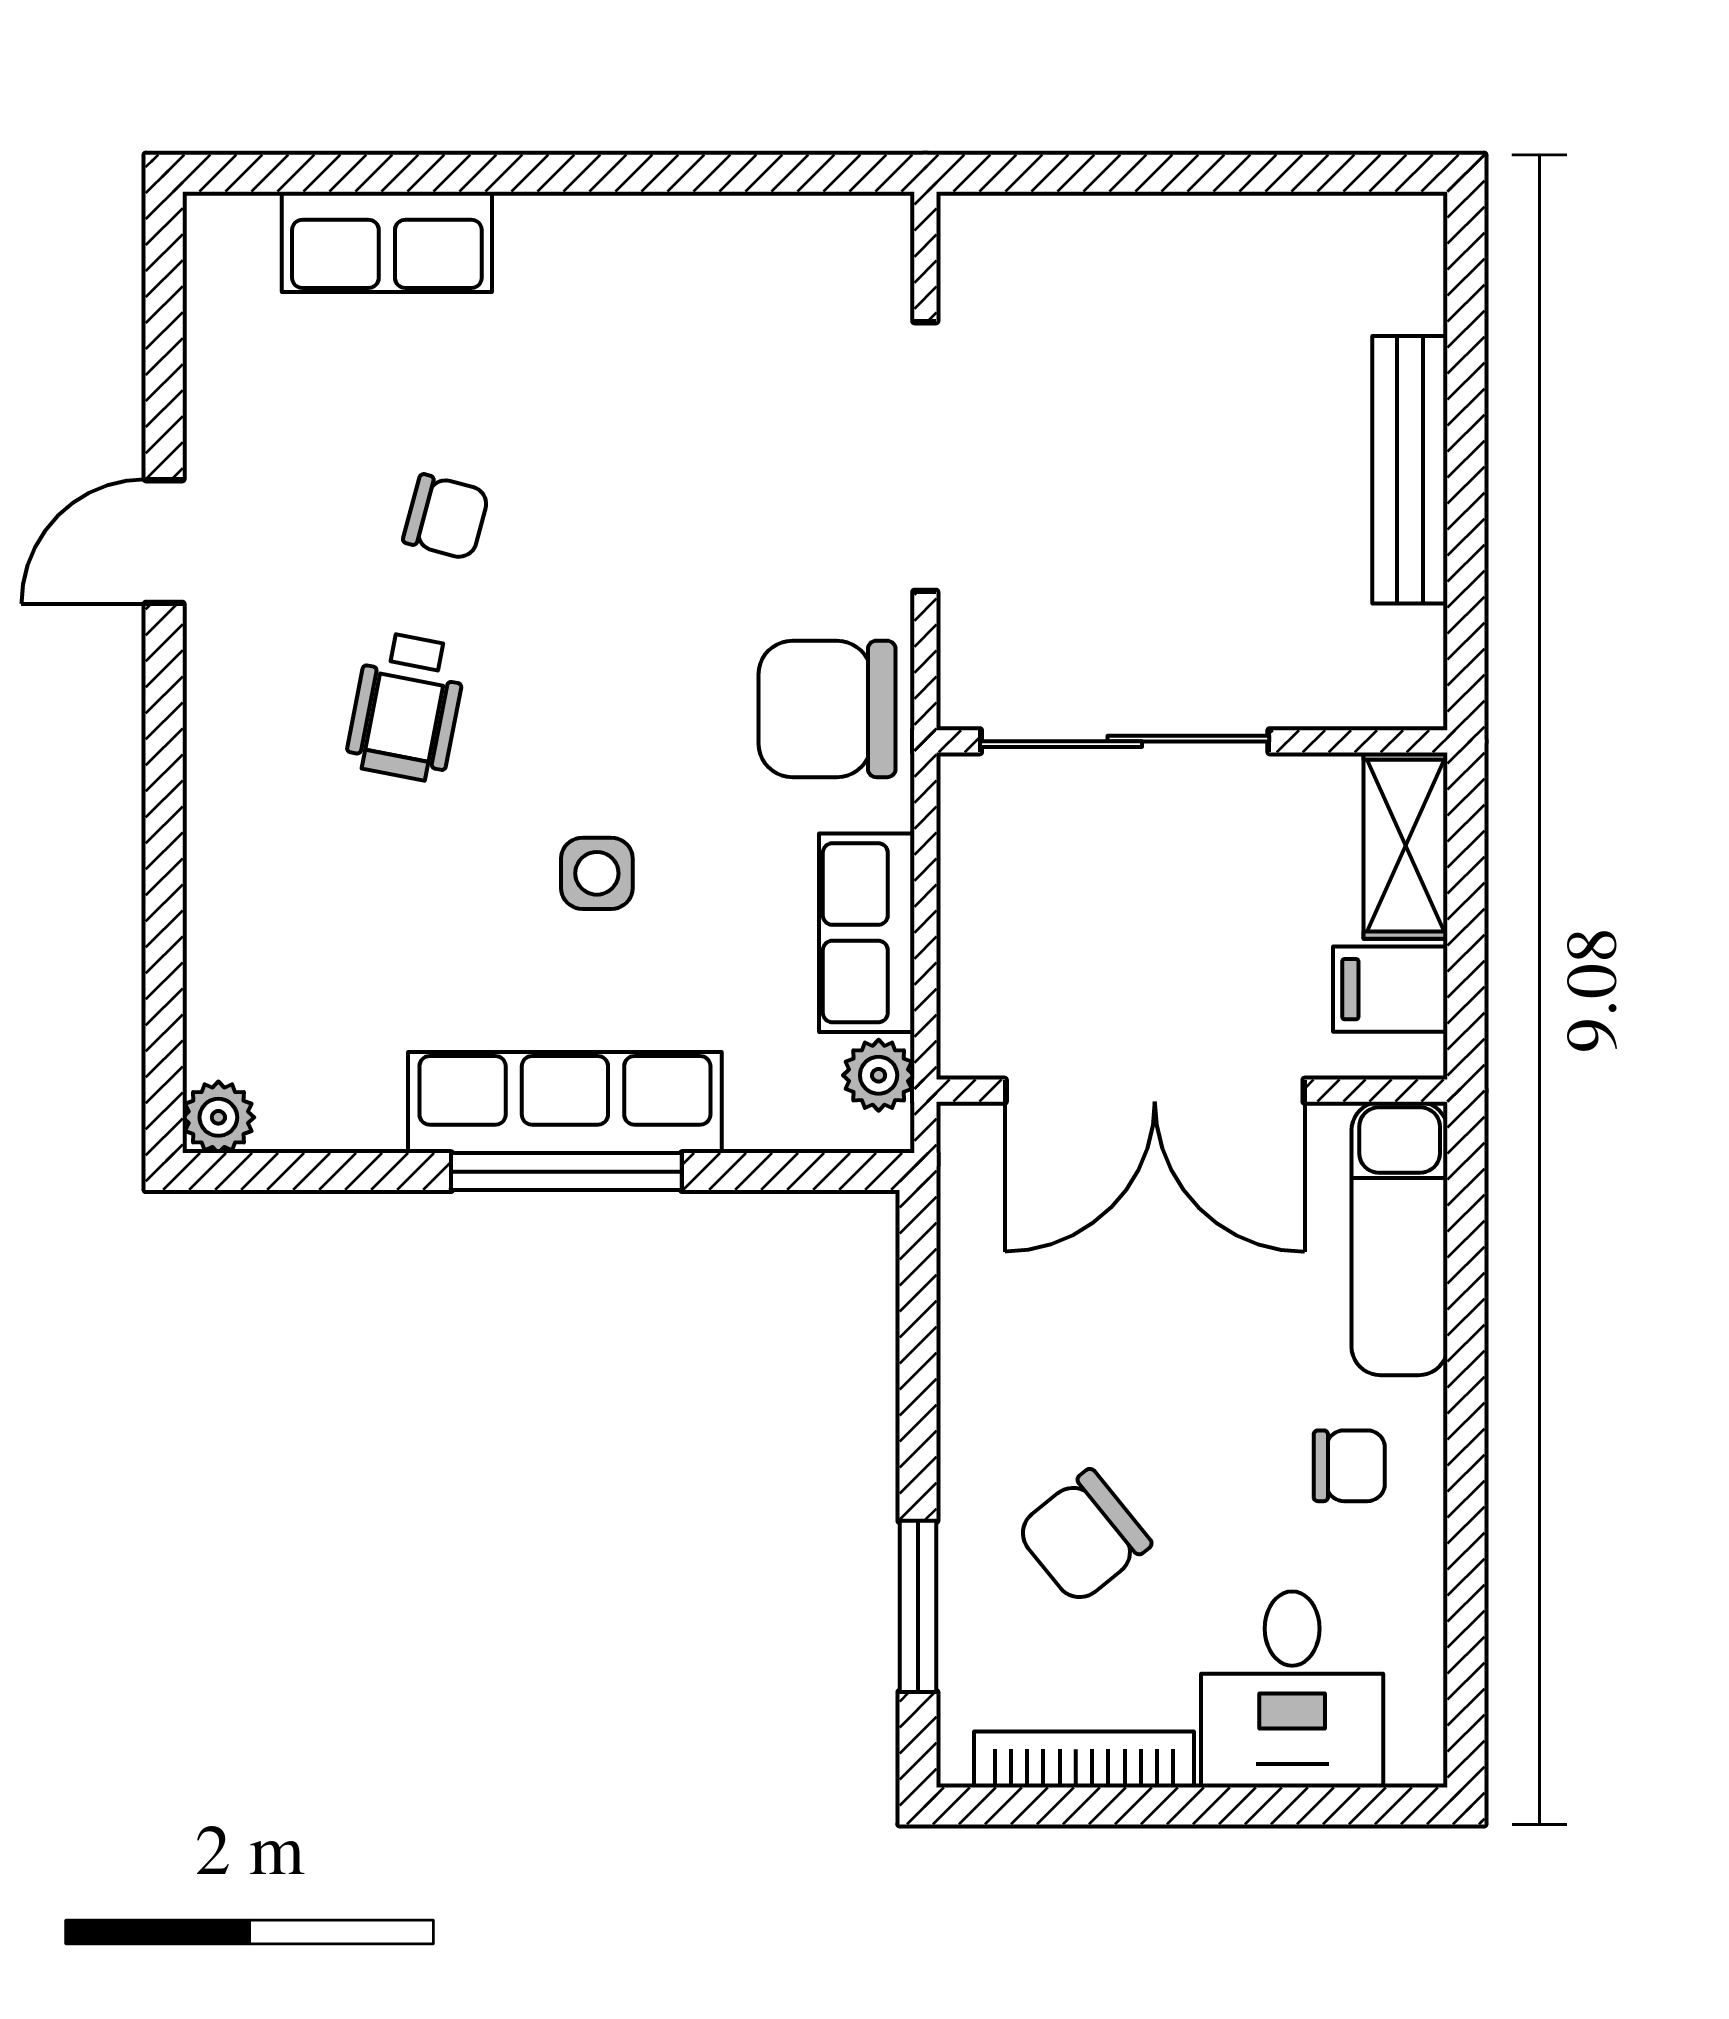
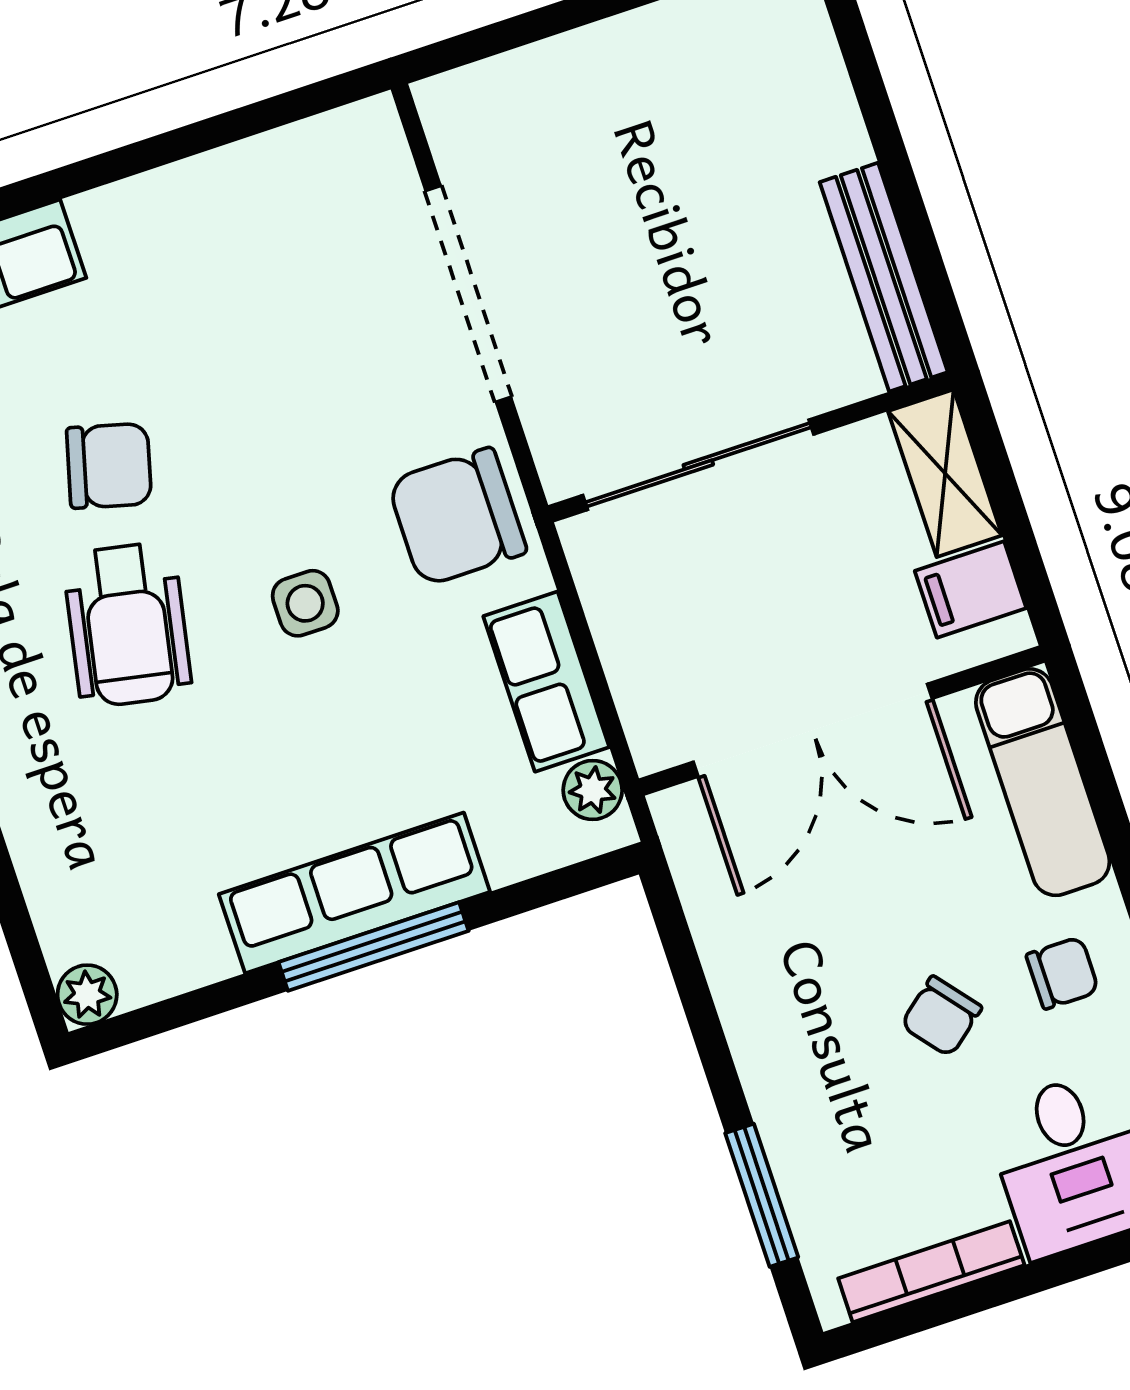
bench: (1410, 470) -> (884, 277), moved
chair: (446, 517) -> (109, 466), width x1.37, depth x1.37
wheelchair: (406, 707) -> (127, 625), width x1.36, depth x1.37
side table: (597, 873) -> (305, 603), moved
chair: (1083, 1537) -> (941, 1016), moved, width x0.73, depth x0.73

